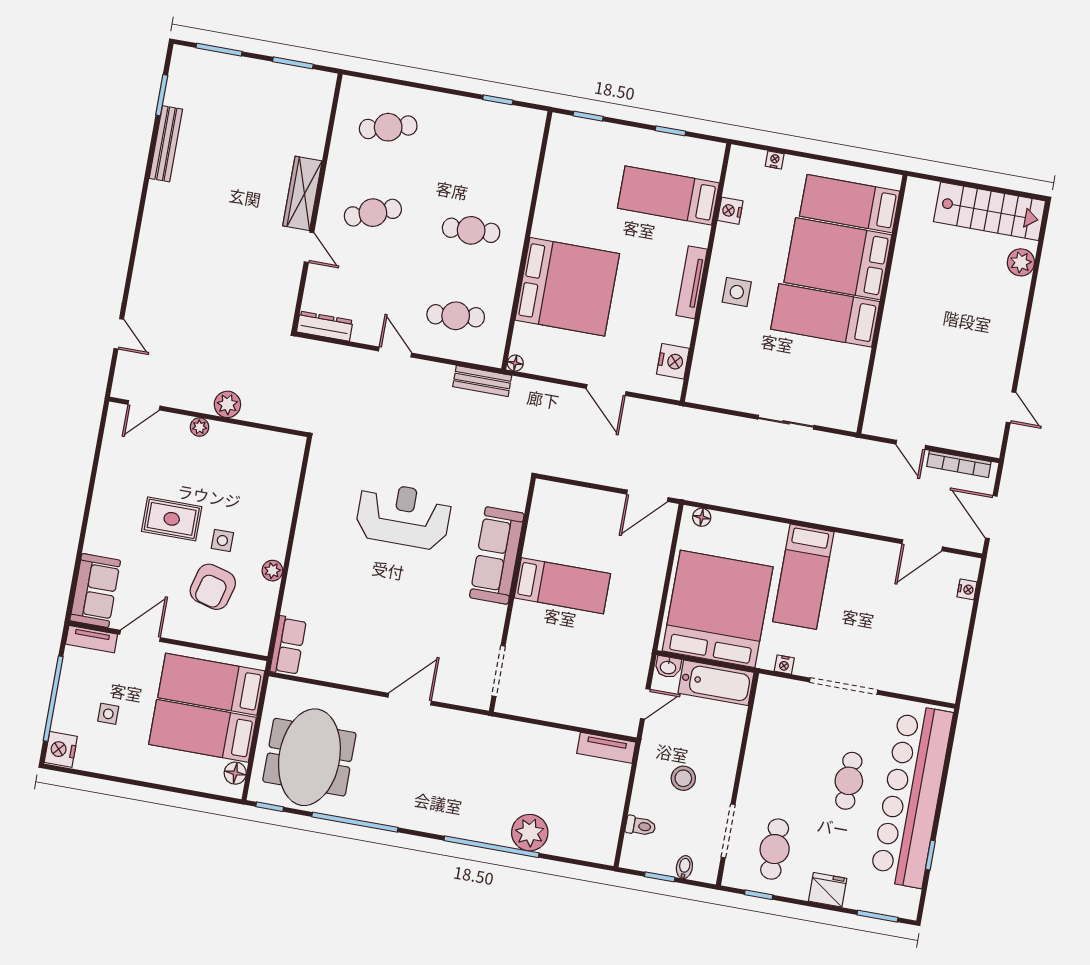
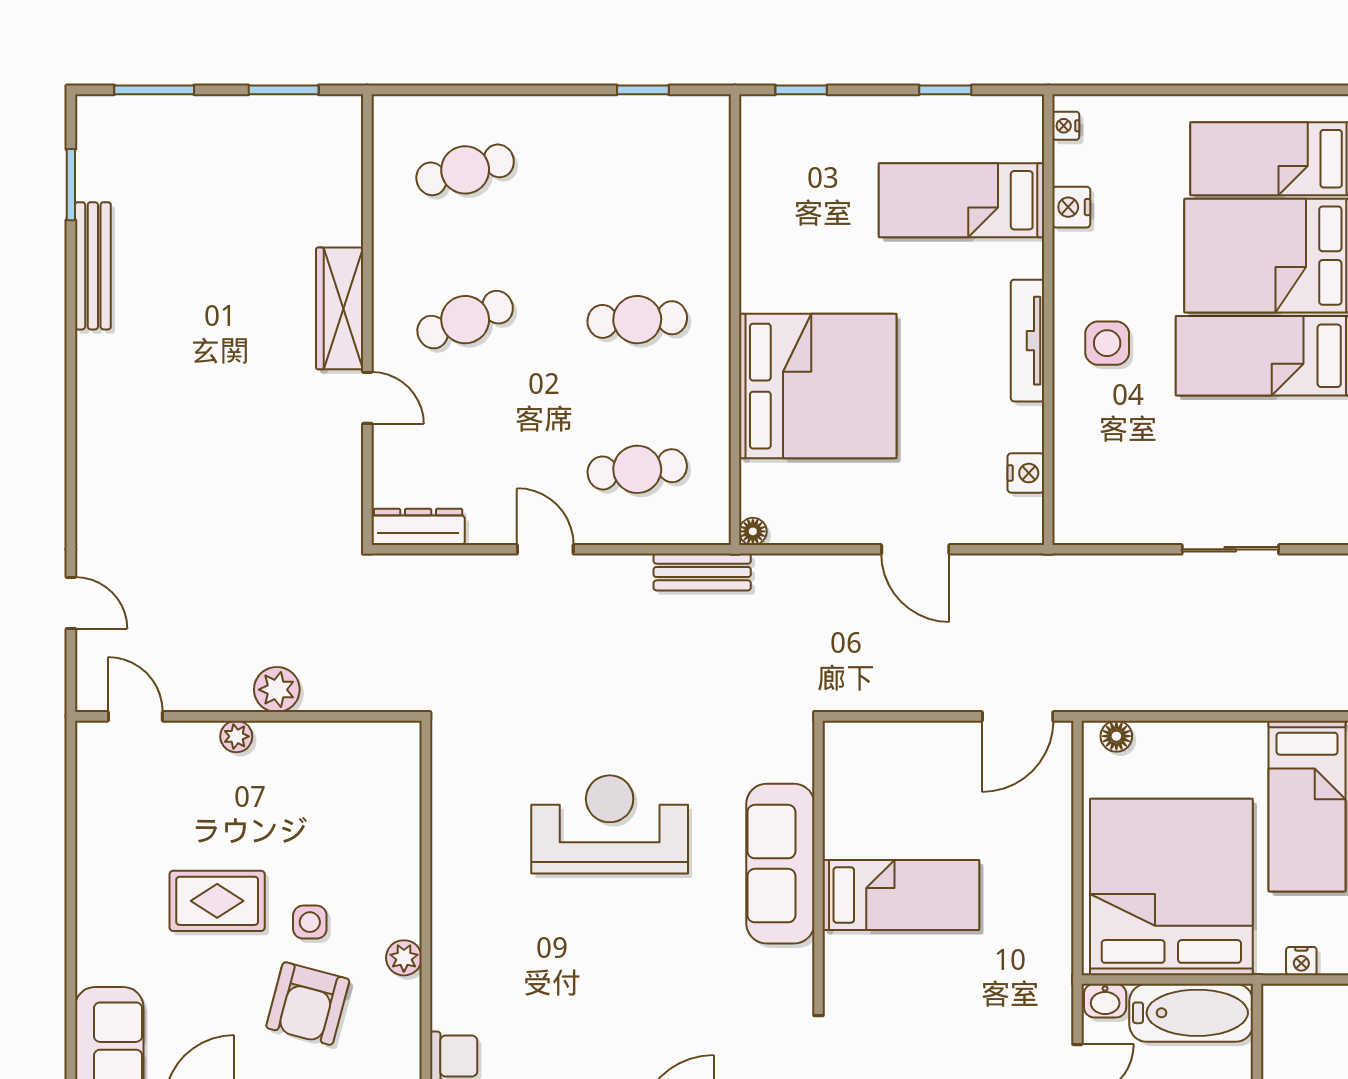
nightstand: (775, 160) -> (1066, 126), moved, turned -90
nightstand: (673, 361) -> (1026, 473), width x0.74, depth x0.75
door: (144, 405) -> (135, 716), swing flipped

